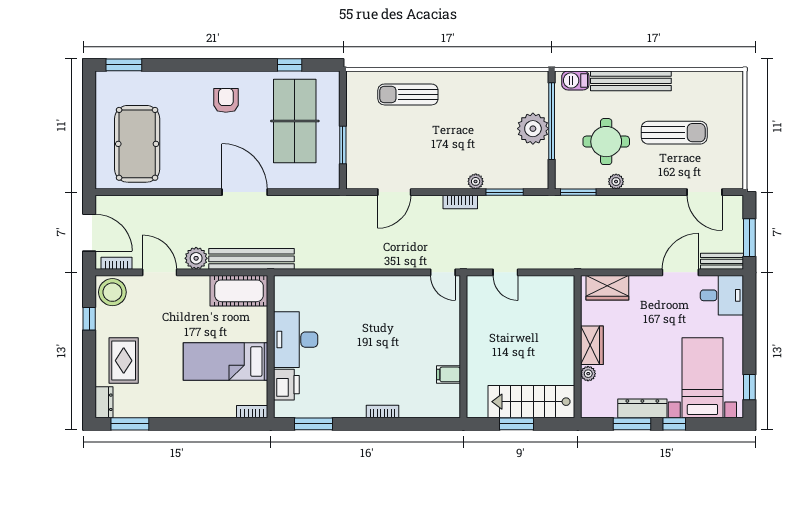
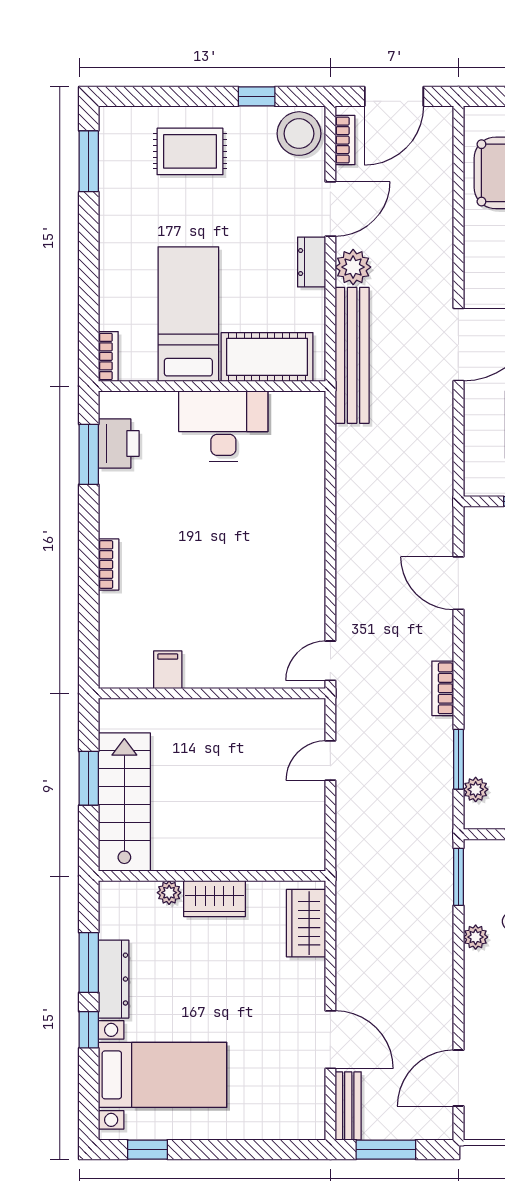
plant: (476, 181) -> (476, 789), moved
cot: (239, 291) -> (267, 357), moved, turned 90
desk: (722, 295) -> (294, 1106), removed
printer: (286, 385) -> (119, 443), moved, turned -90
dresser: (104, 402) -> (312, 262), moved, turned 90

